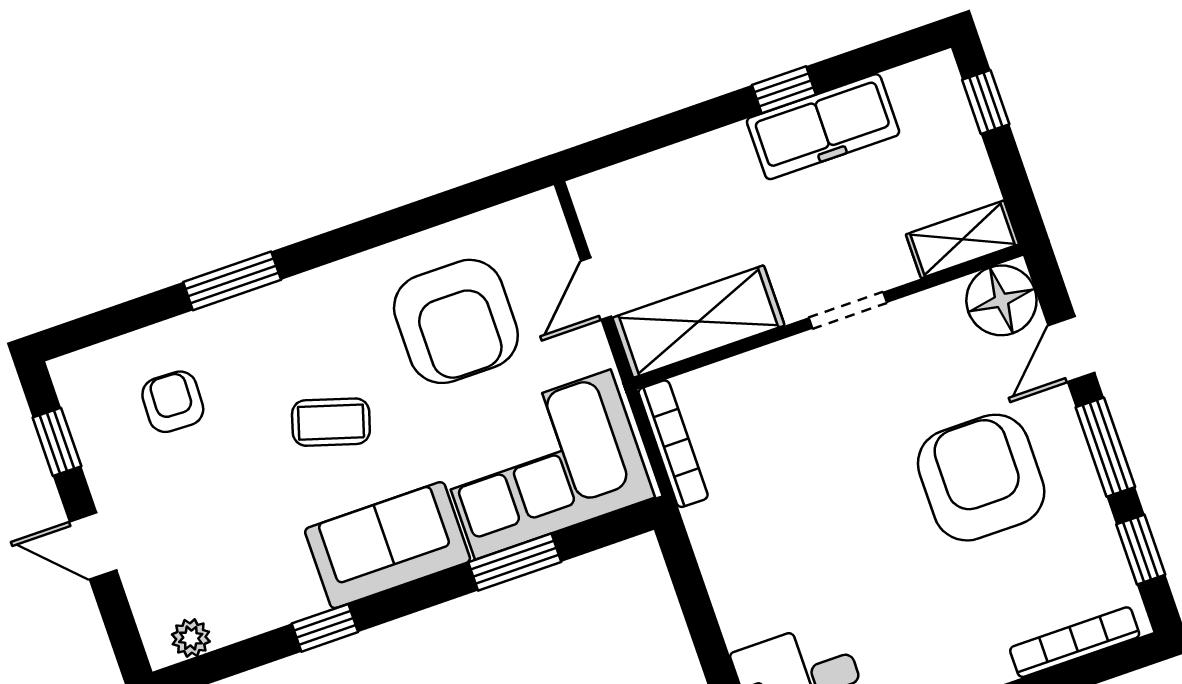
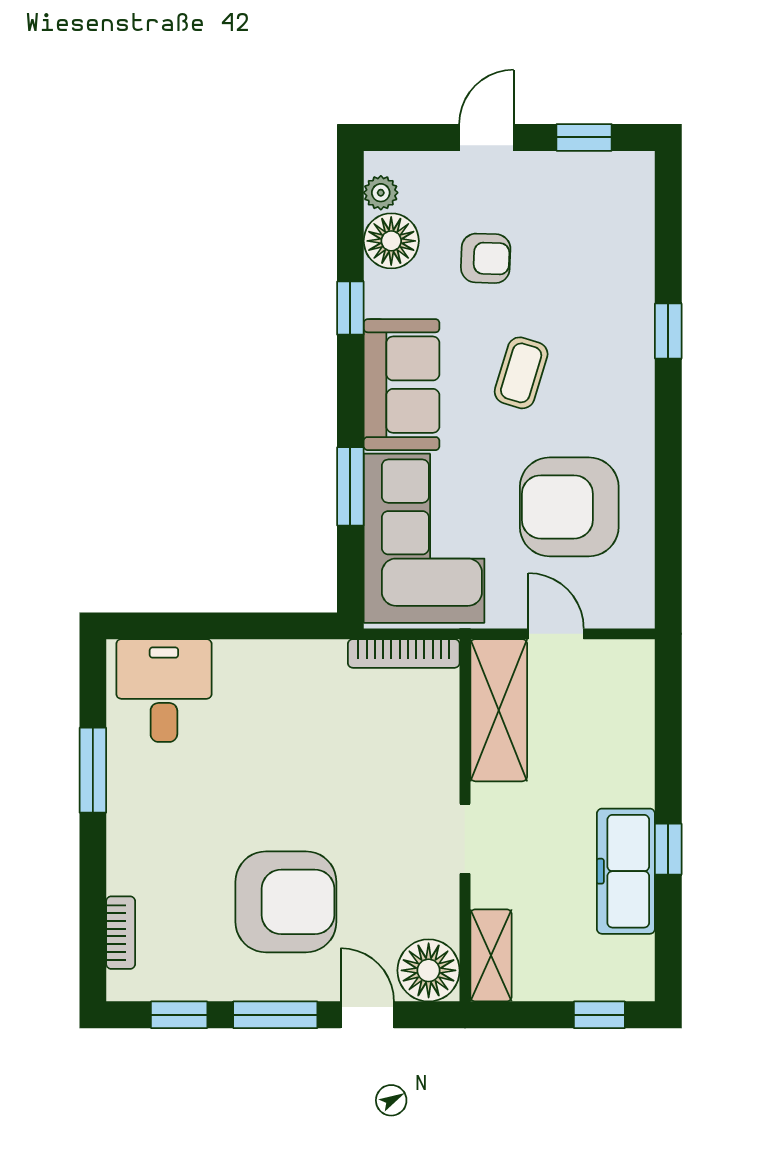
window: (232, 281) -> (668, 331), width x0.67
armchair: (173, 402) -> (486, 258), moved
floor lamp: (238, 609) -> (391, 241), added
bookcase: (1075, 642) -> (121, 933), width x0.64

